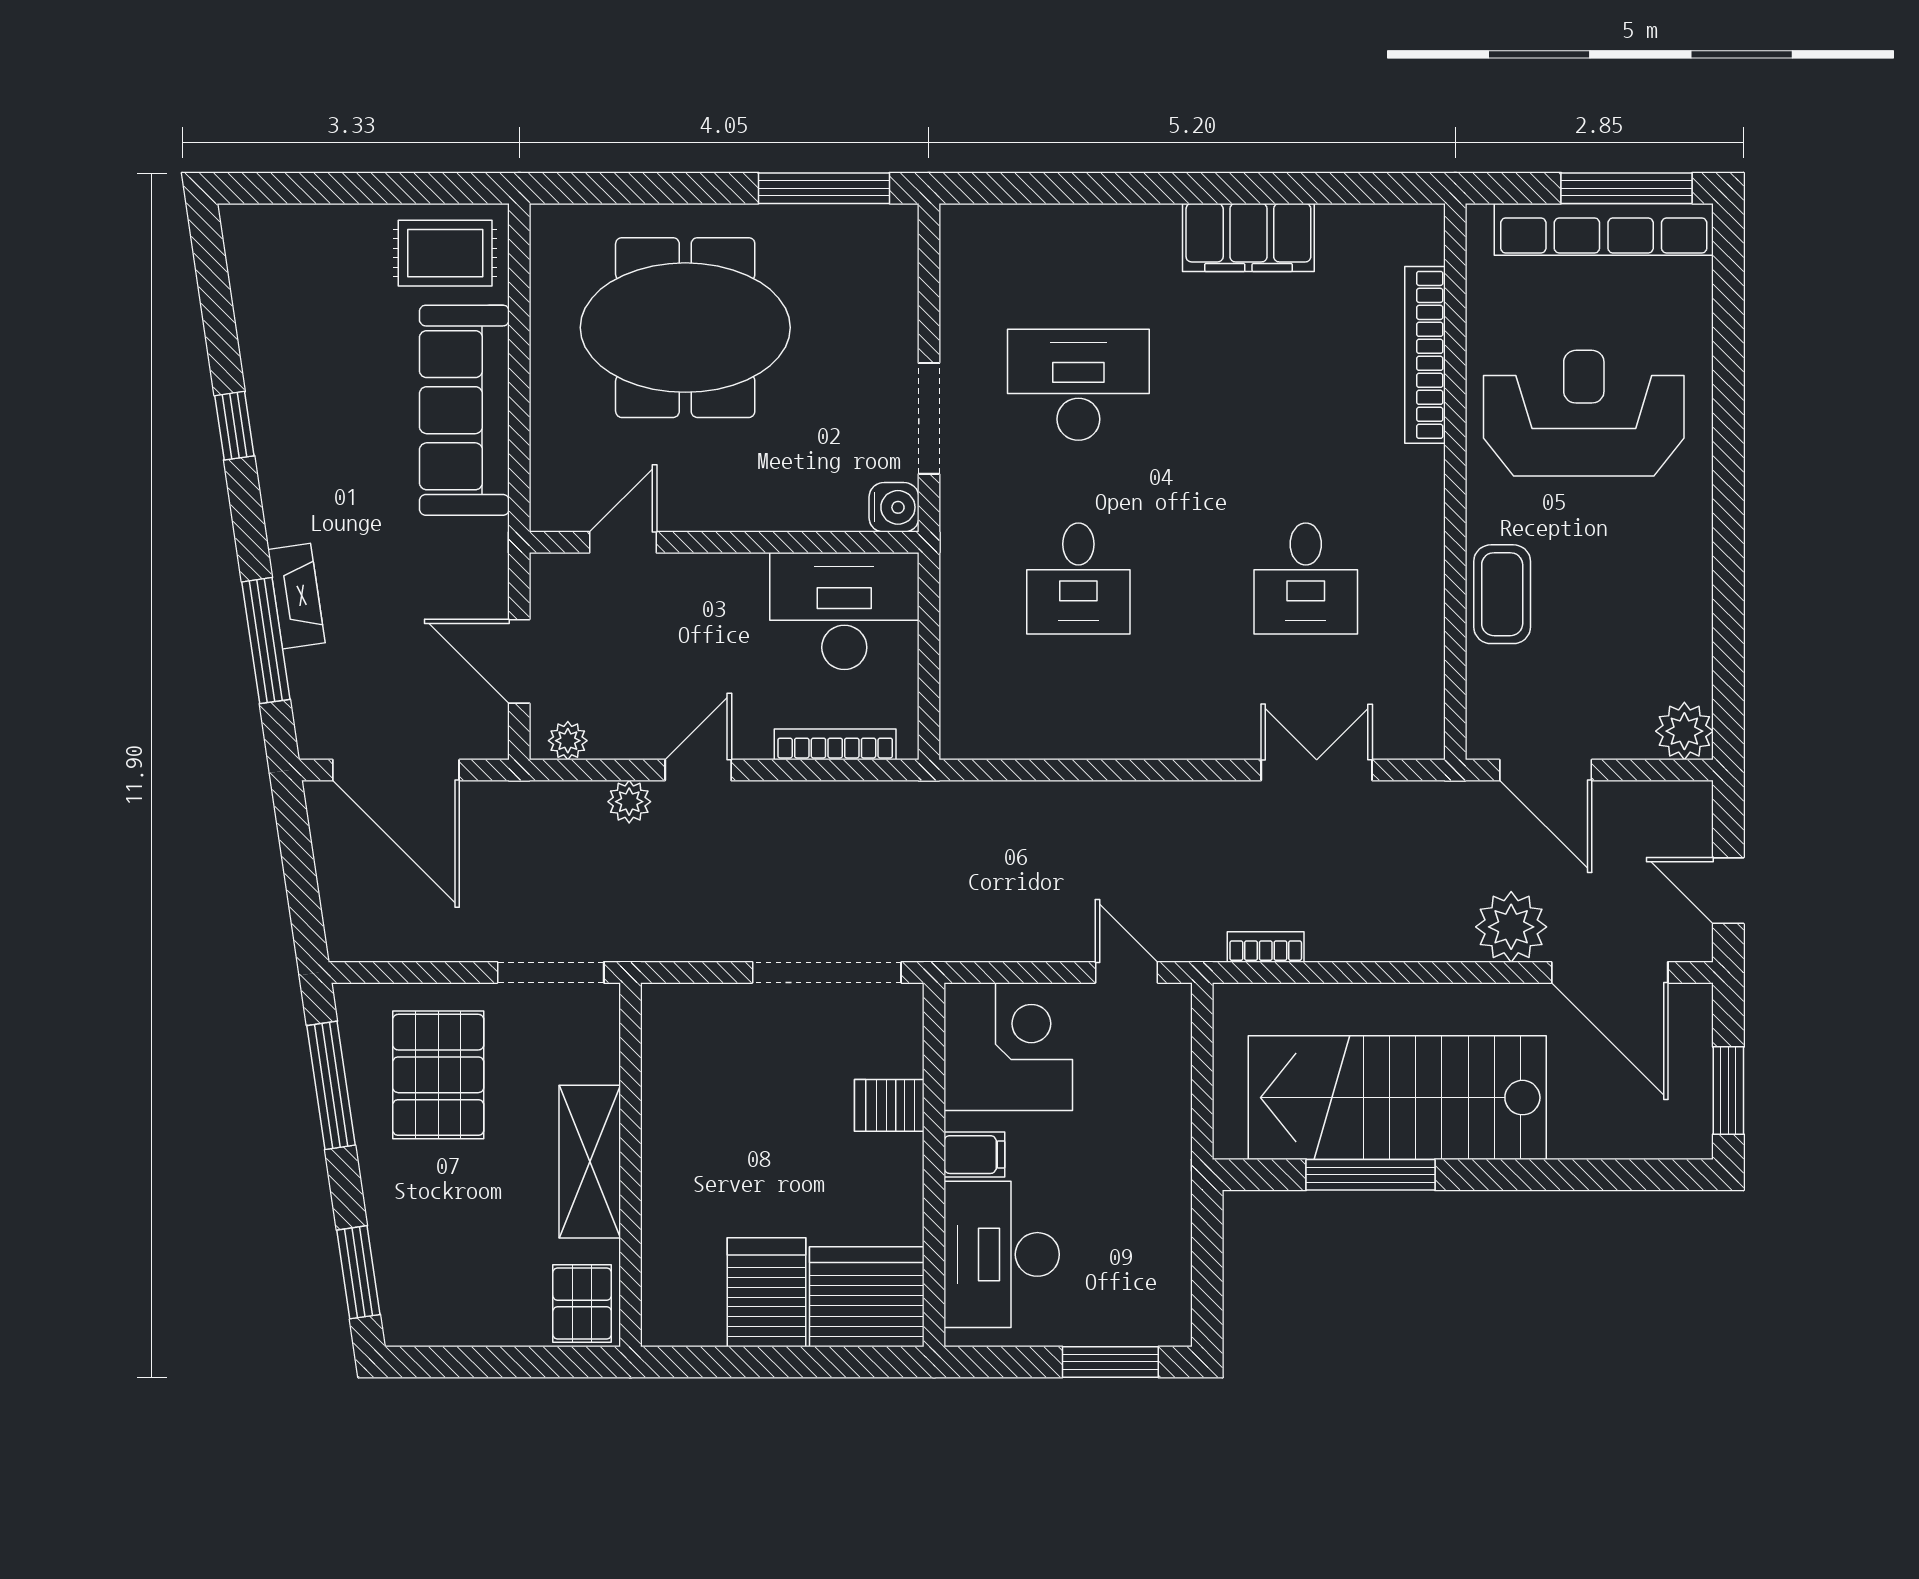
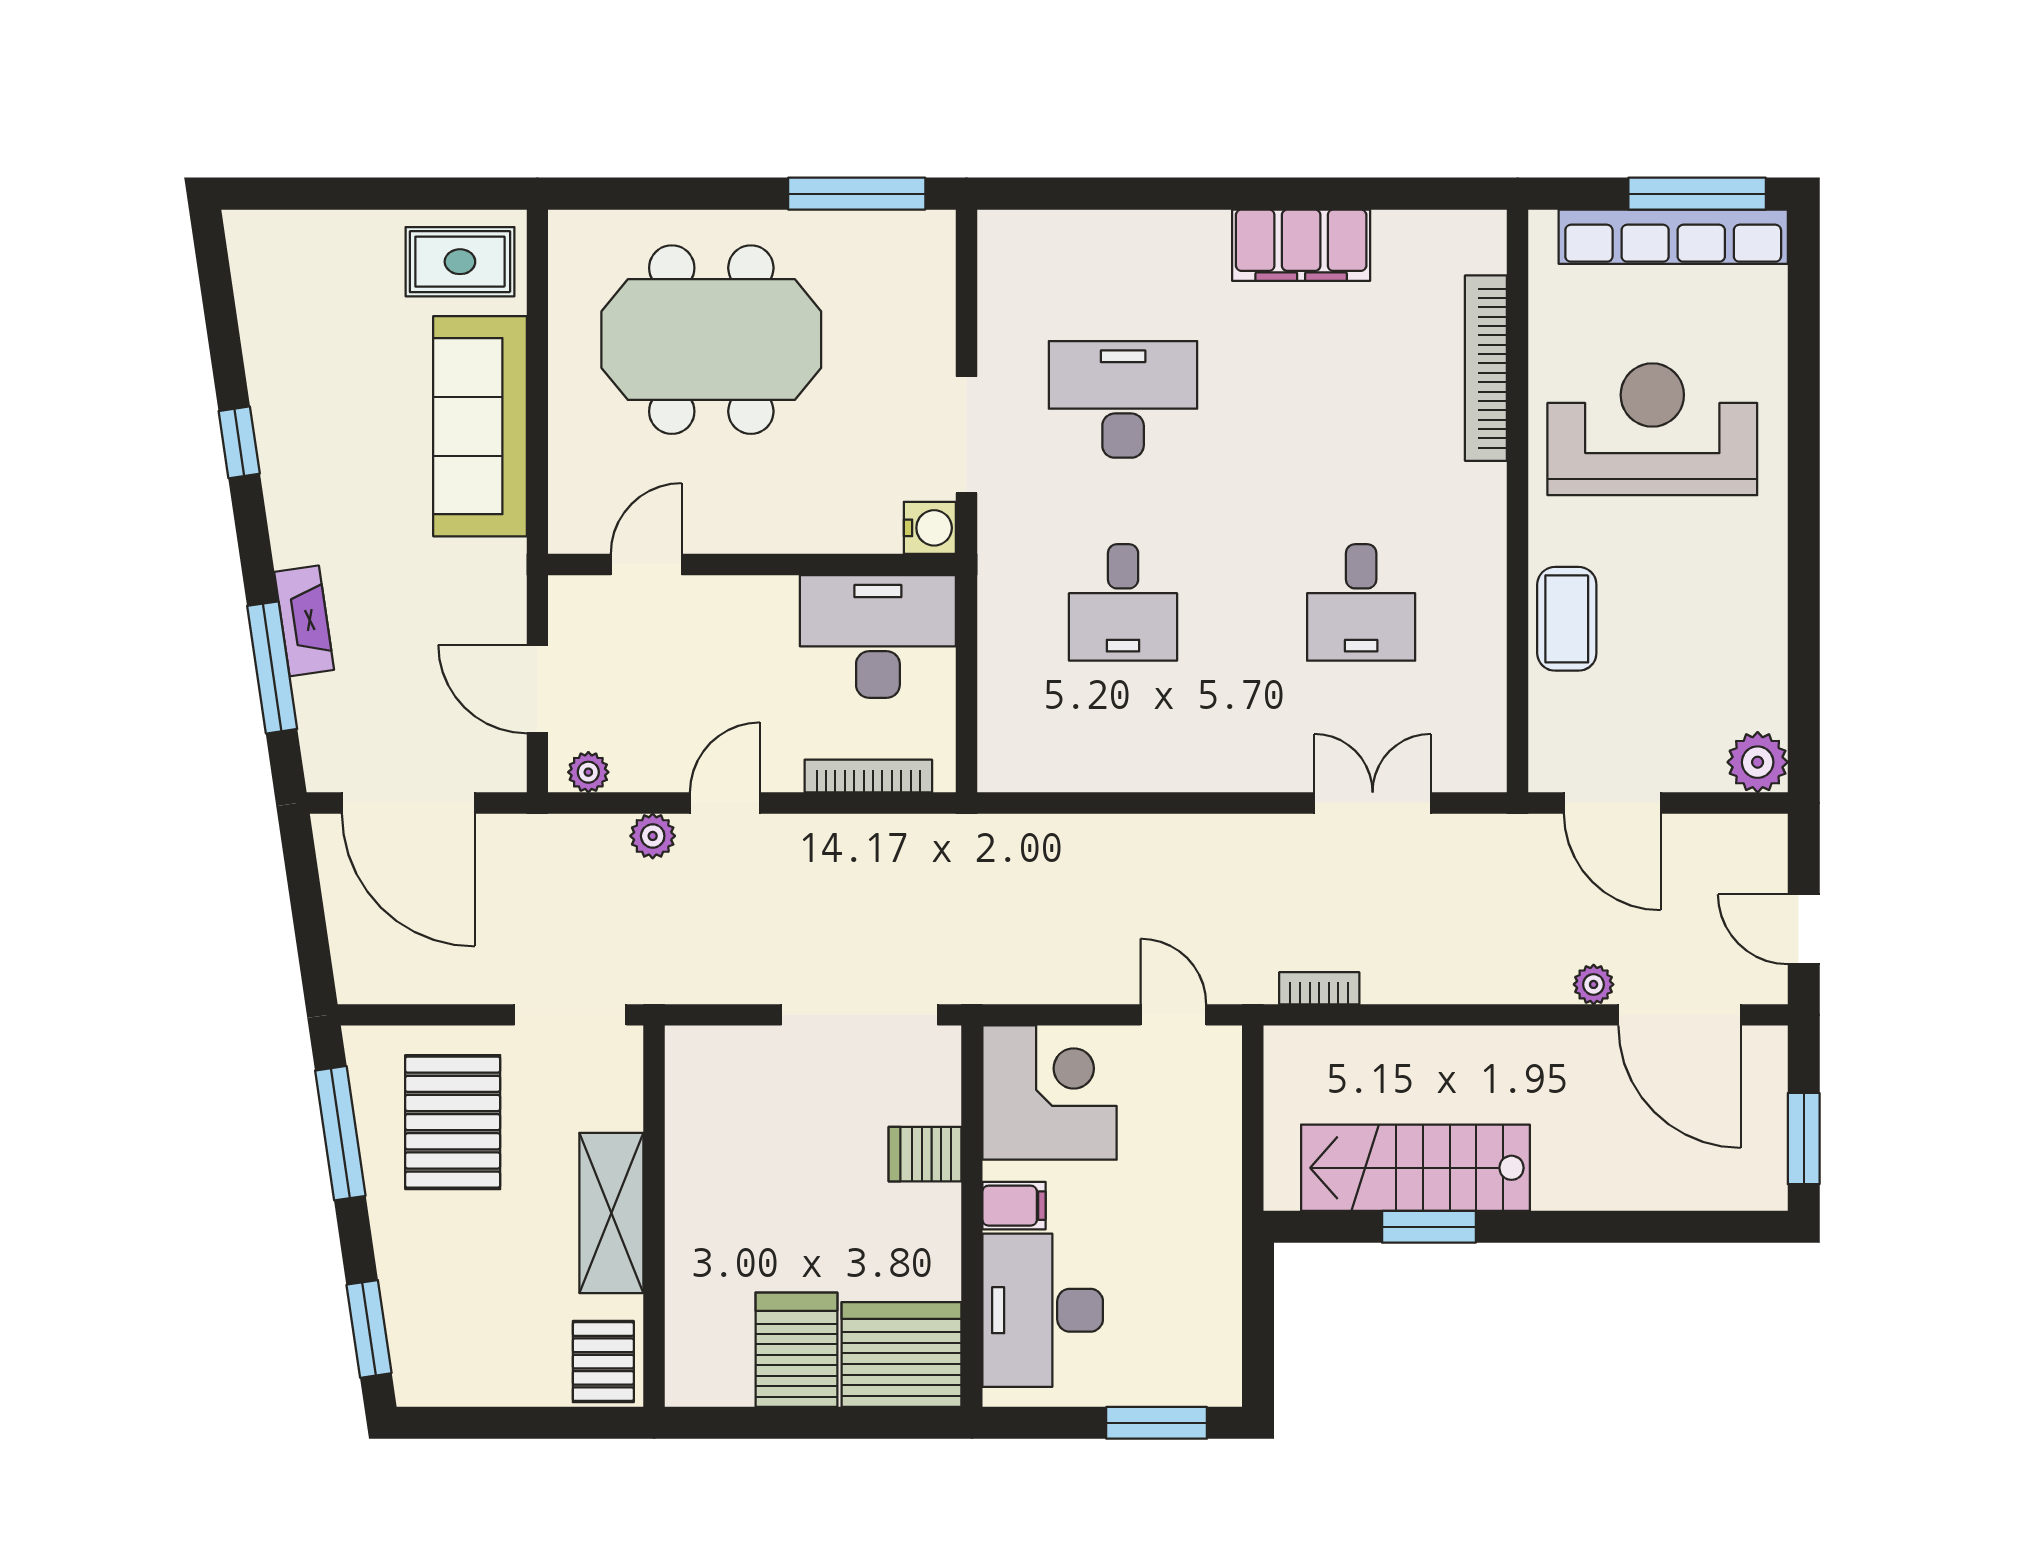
plant: (1511, 927) -> (1594, 984), width x0.53, depth x0.53
stairs: (1397, 1098) -> (1415, 1168), width x0.73, depth x0.66
window: (1370, 1175) -> (1429, 1227), width x0.69

